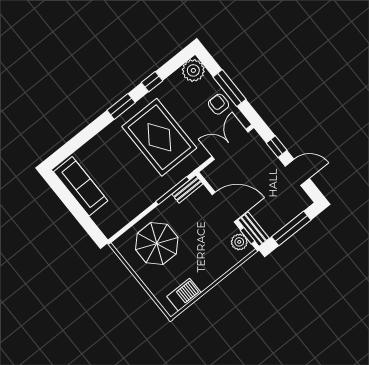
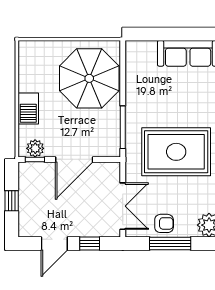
bench: (187, 189) -> (114, 141), removed
window: (291, 228) -> (12, 201), width x0.46
bench: (254, 229) -> (36, 169), removed
parasol: (157, 244) -> (89, 78), width x1.36, depth x1.36
barbecue: (184, 295) -> (28, 109), moved

